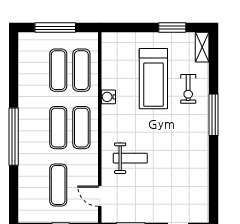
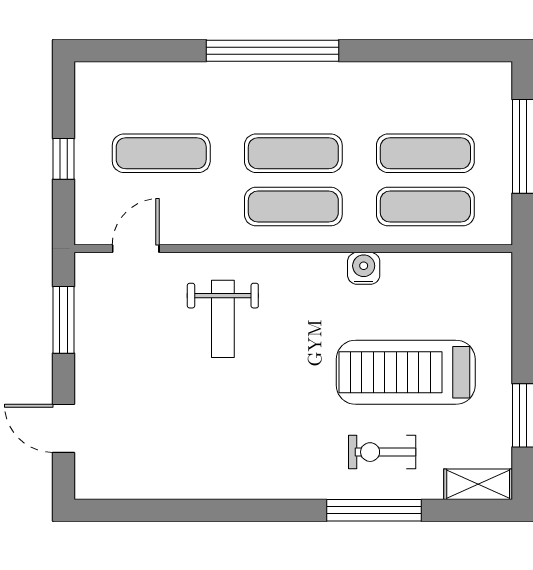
window: (214, 115) -> (374, 510), moved

